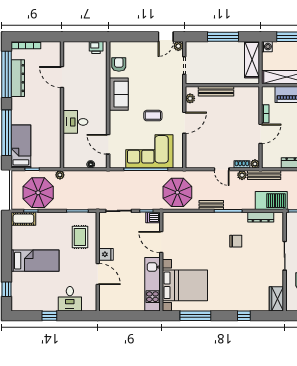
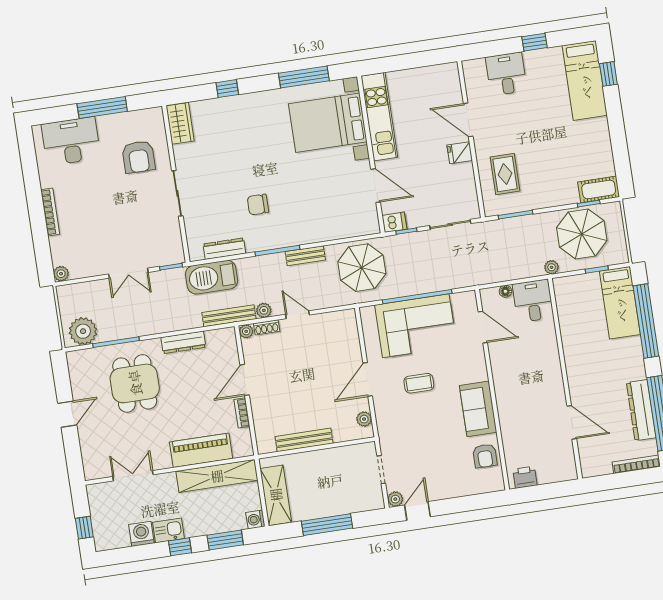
bench: (216, 91) -> (304, 440), moved
desk: (75, 122) -> (533, 301), moved, turned -90
bed: (35, 261) -> (585, 80), moved, turned -90

